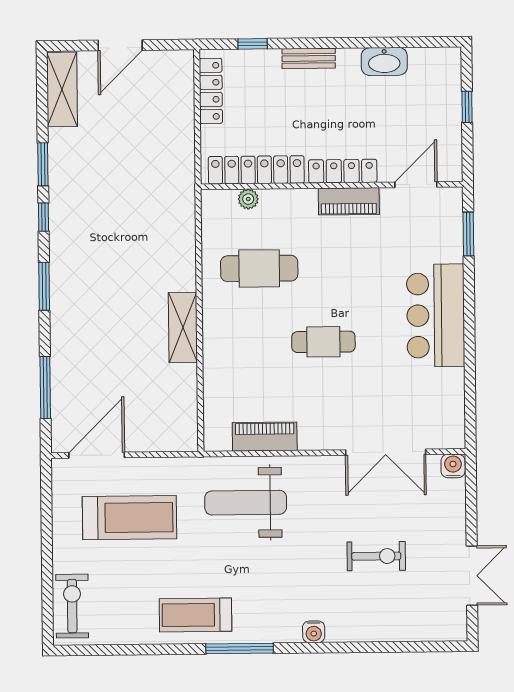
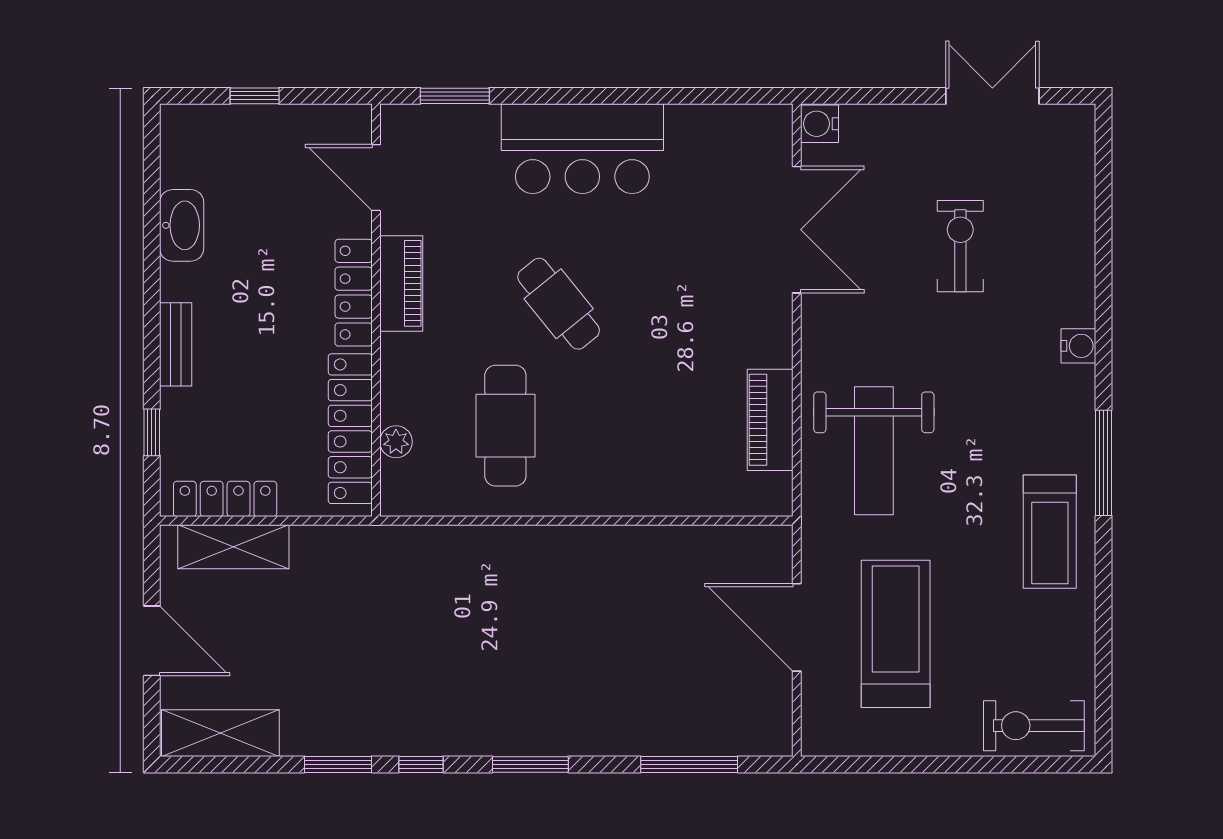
shelving: (183, 327) -> (233, 547), moved
cafe table: (323, 342) -> (559, 304), moved, turned -39
door: (97, 455) -> (797, 627), moved

